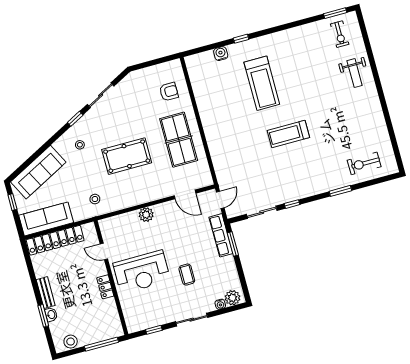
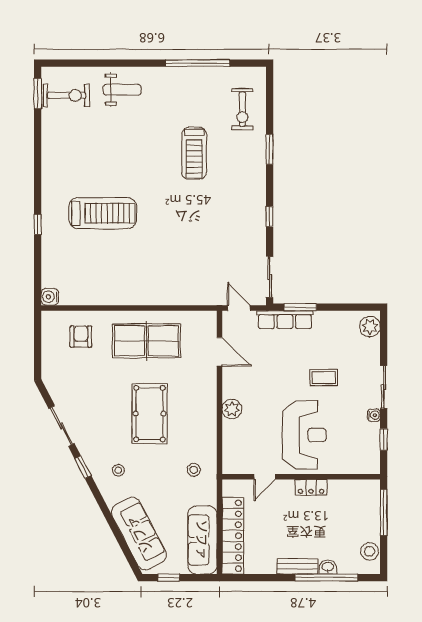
exercise bike: (340, 34) -> (66, 95), width x1.38, depth x1.39
water cooler: (221, 54) -> (50, 297), moved
window: (389, 122) -> (198, 63), added
treadmill: (288, 134) -> (194, 153), moved
door: (185, 194) -> (219, 352), hinge flipped
sliding door: (262, 212) -> (270, 277), moved
water cooler: (220, 304) -> (374, 415), moved
window: (43, 316) -> (327, 578), width x2.11

